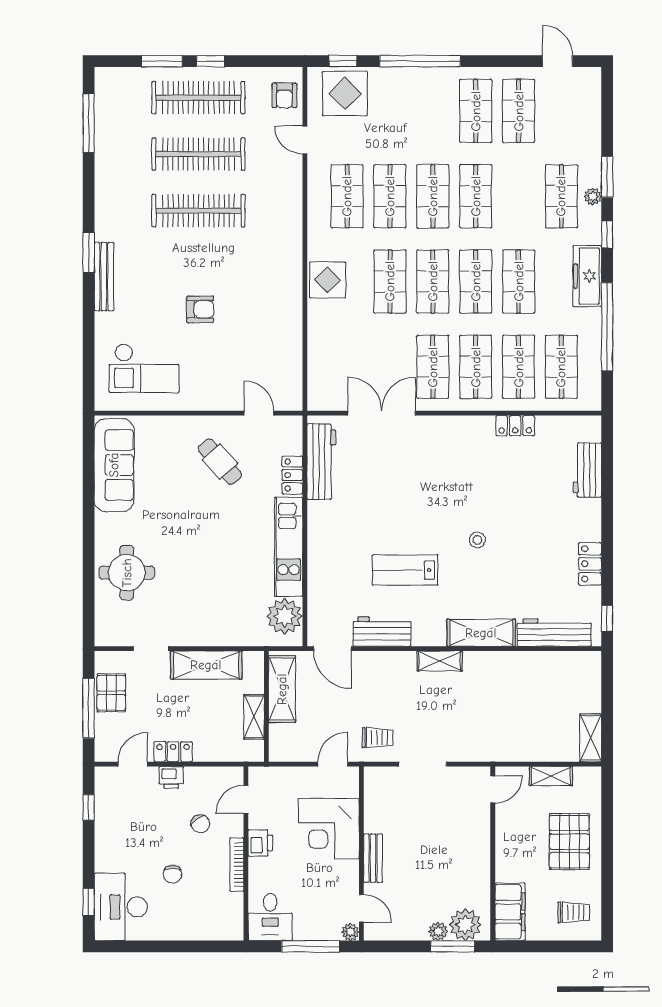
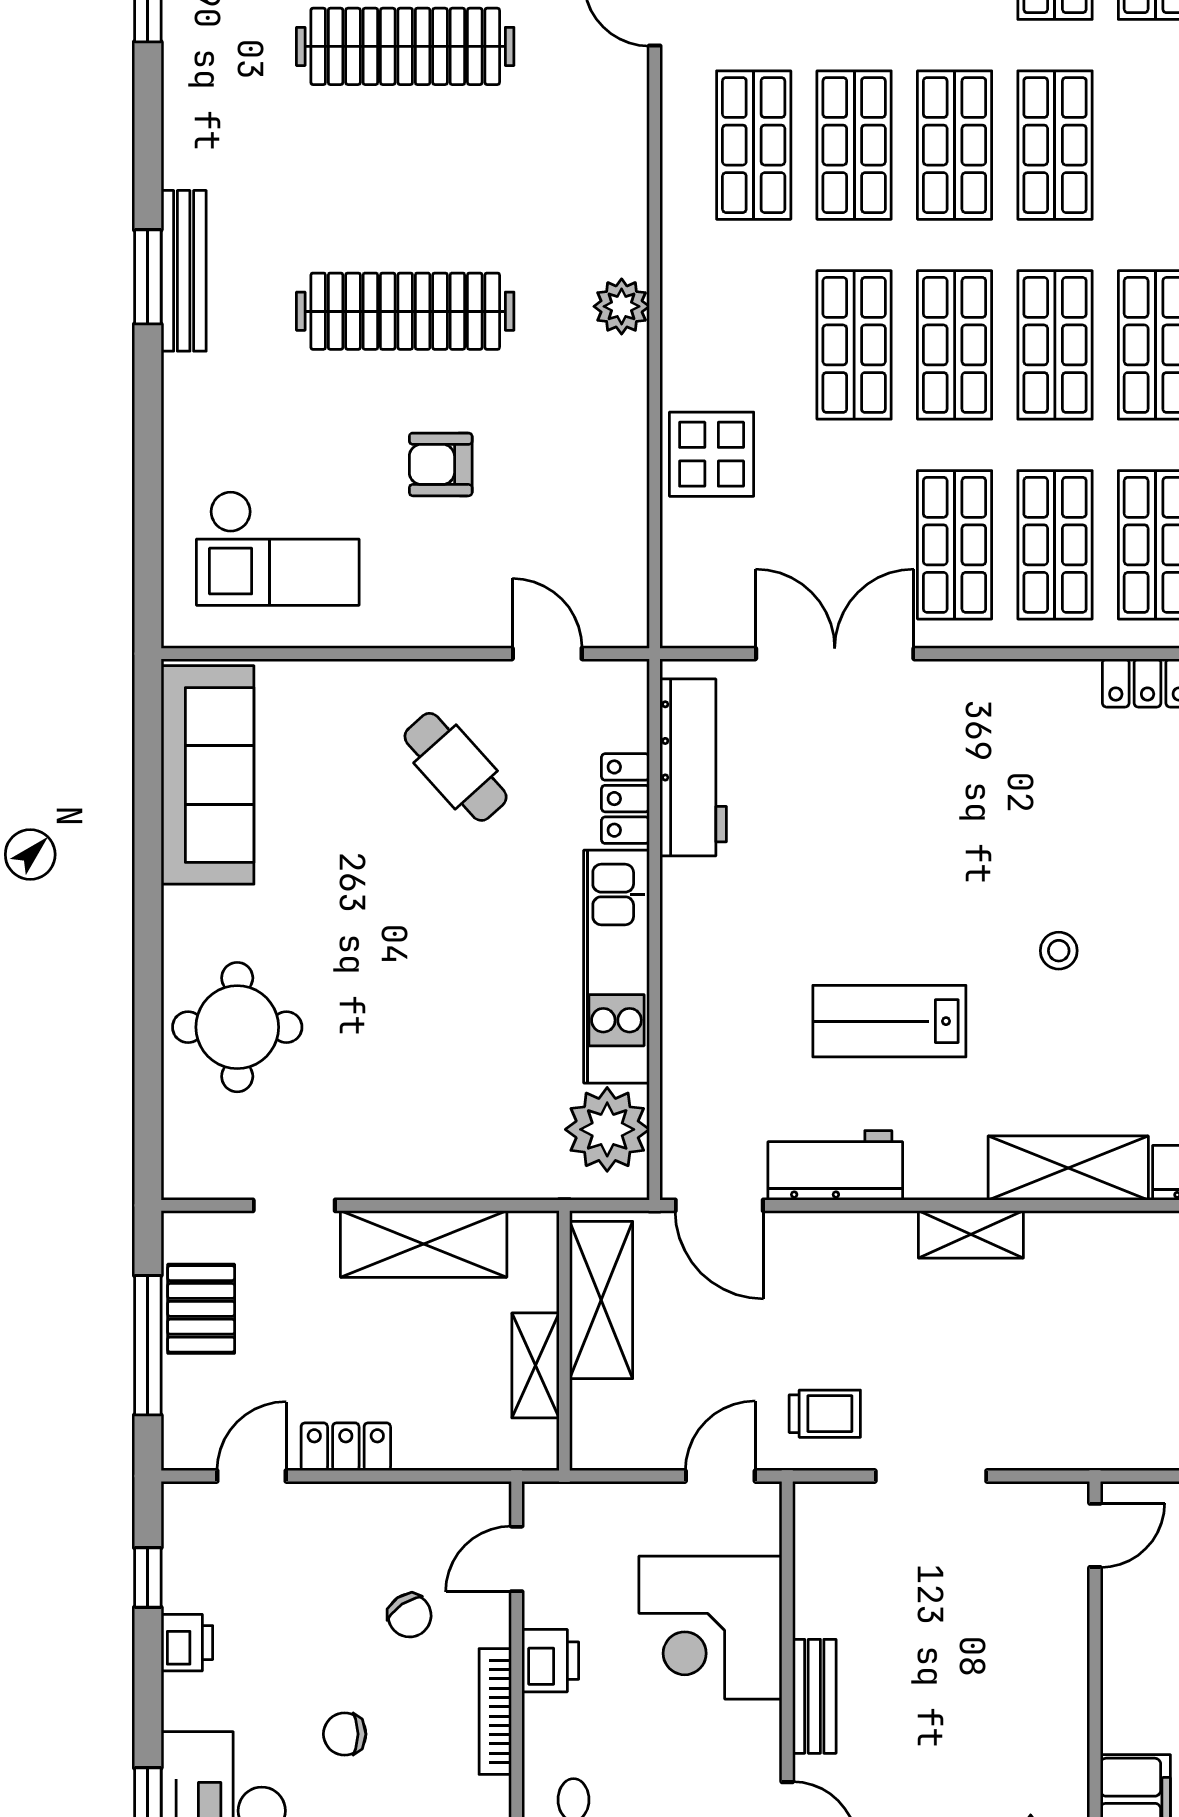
clothes rail: (198, 211) -> (405, 311), moved
plant: (291, 265) -> (622, 306), added
bench: (104, 277) -> (184, 271), moved
display table: (328, 280) -> (712, 454), moved
armchair: (200, 309) -> (441, 464), moved, turned 180
printer: (171, 777) -> (187, 1643), moved, turned -90
chair: (173, 874) -> (345, 1734), turned 90

